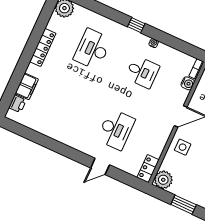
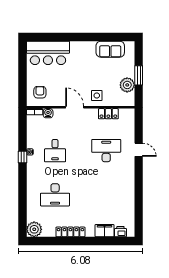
window: (136, 25) -> (23, 157), moved
desk: (142, 72) -> (55, 151), turned 180
locker: (148, 169) -> (108, 114), moved
plant: (163, 180) -> (127, 85), moved

